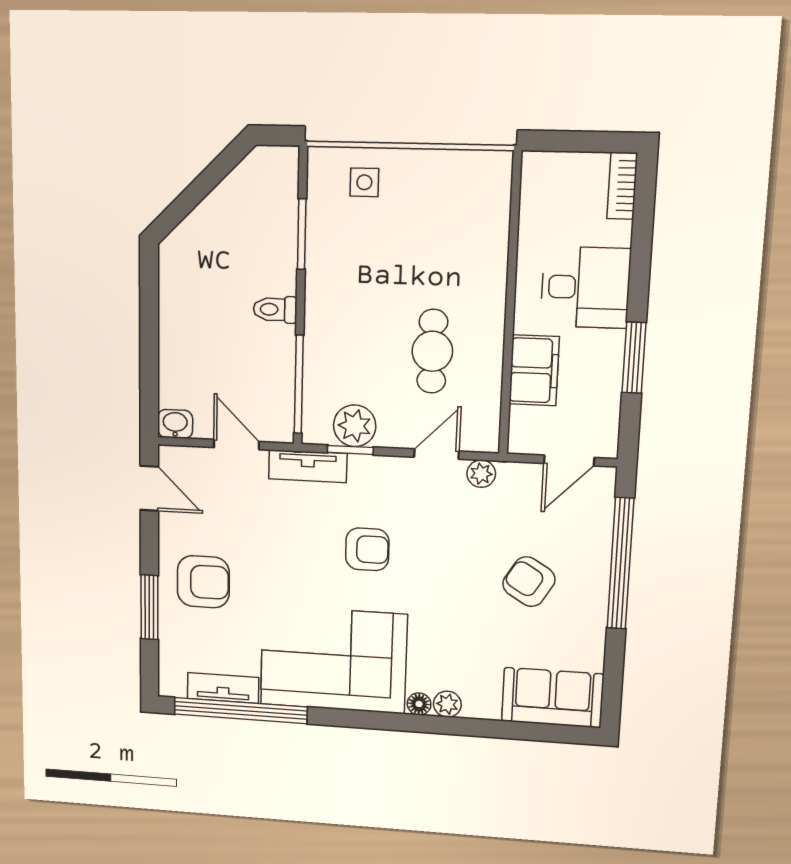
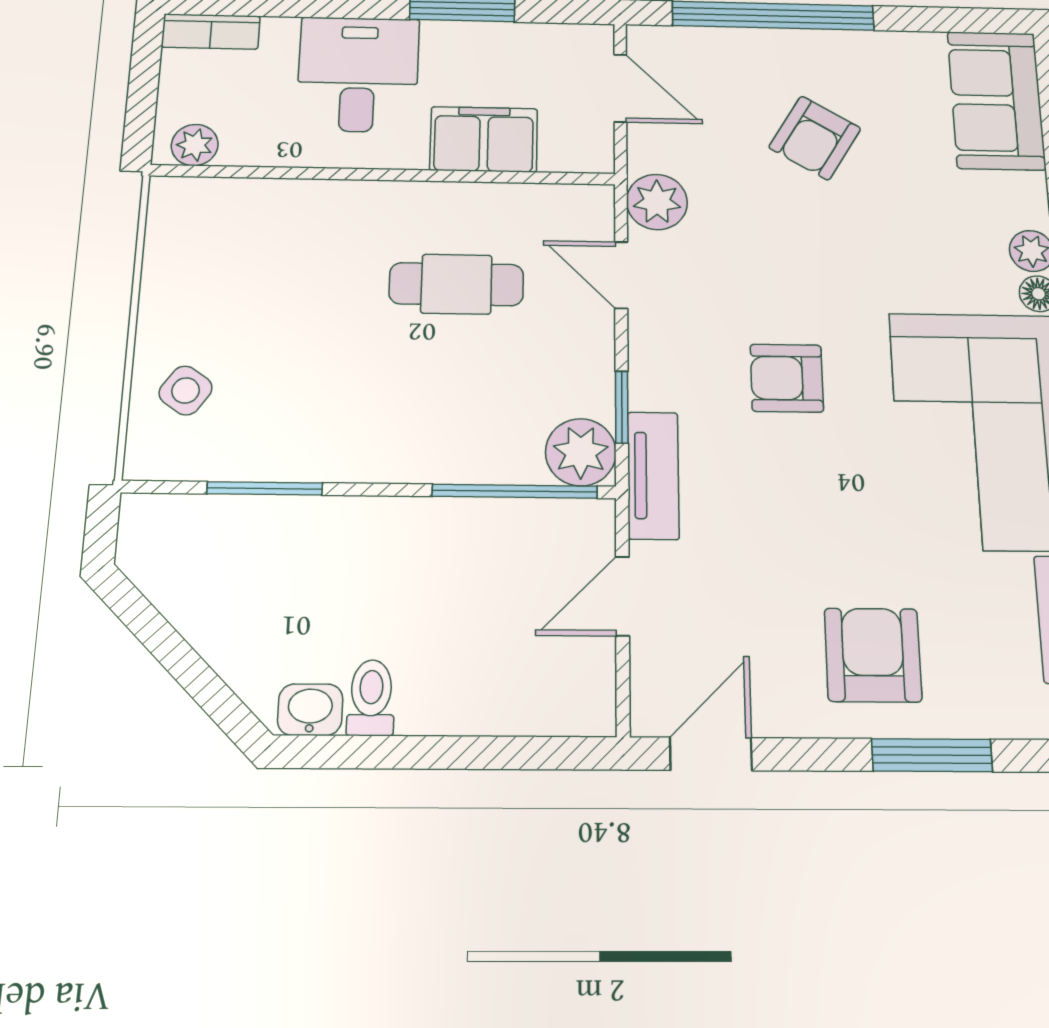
plant: (535, 179) -> (195, 145), added
side table: (364, 182) -> (186, 391), turned 35
toilet: (275, 309) -> (371, 698), moved, turned 180
washbasin: (175, 424) -> (310, 710), moved, turned 90
plant: (355, 426) -> (581, 452), moved
plant: (481, 474) -> (657, 202), width x1.38, depth x1.38
armchair: (367, 549) -> (787, 378), turned -90

